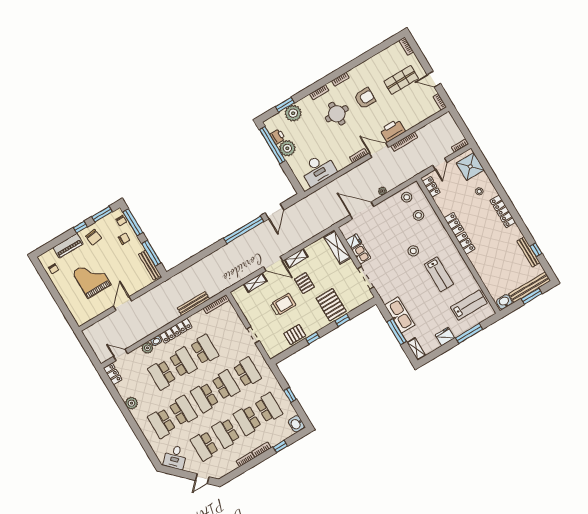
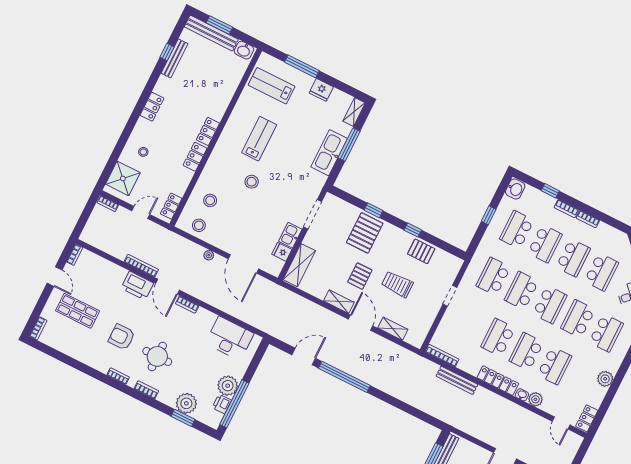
locker: (503, 211) -> (152, 107), width x0.66

